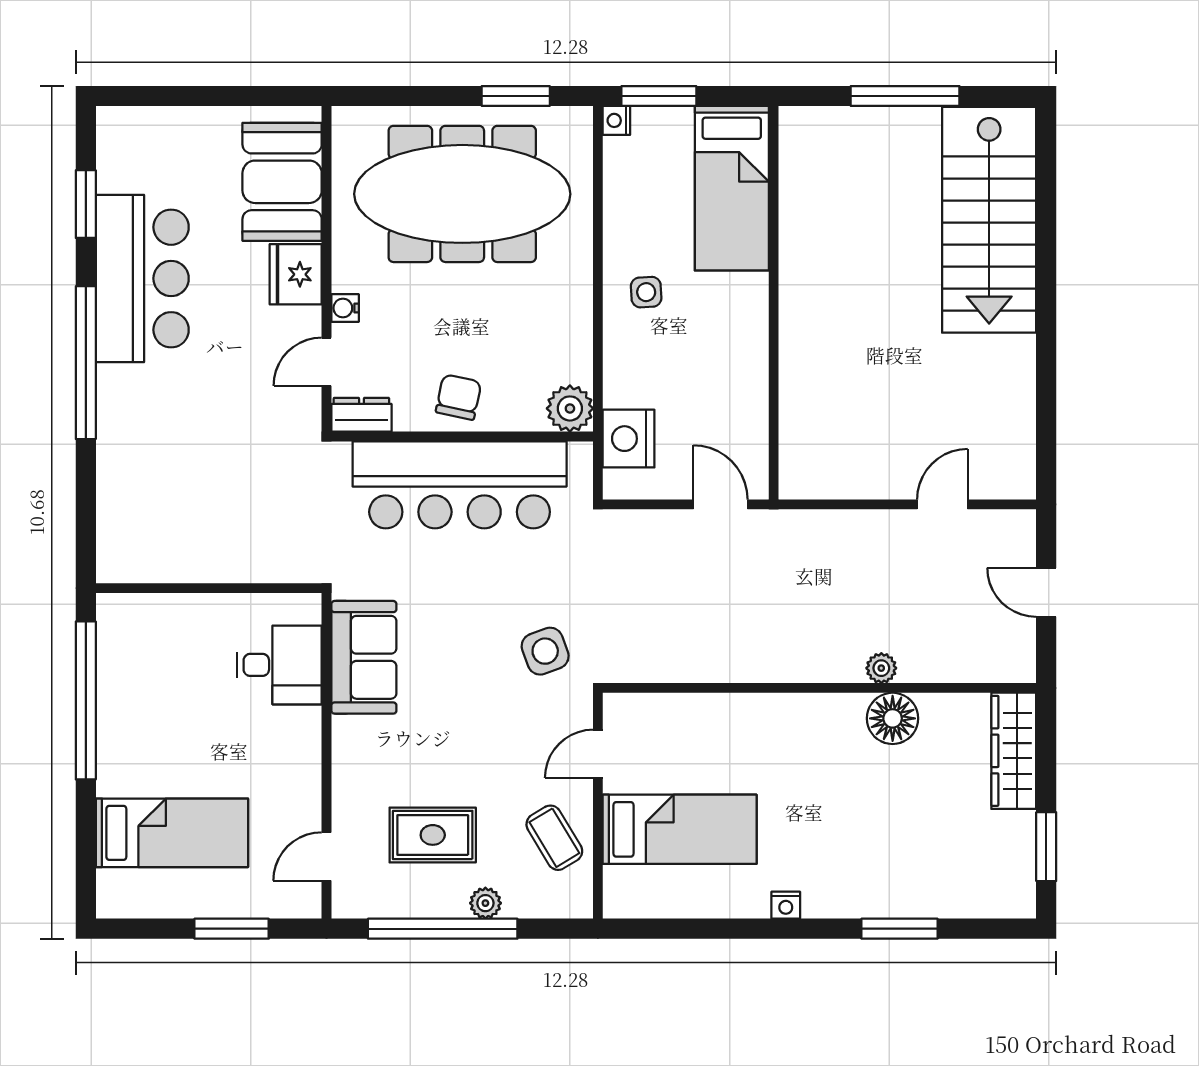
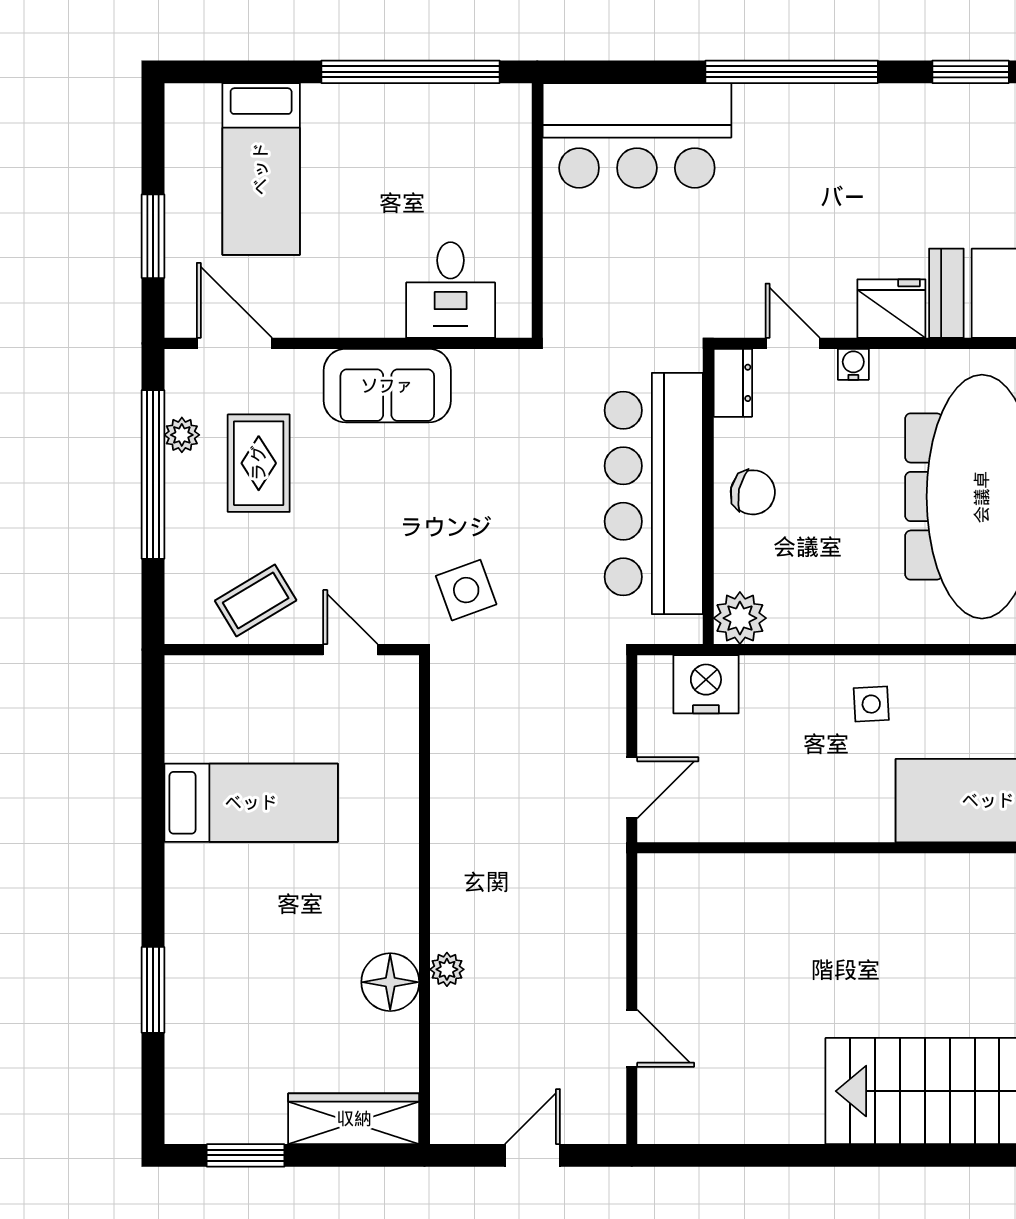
bar counter: (142, 278) -> (637, 135), moved
sofa: (364, 657) -> (387, 386), moved
bed: (680, 829) -> (251, 803), moved, turned -90
door: (327, 856) -> (234, 343), width x1.38
plant: (485, 903) -> (182, 435), moved
nightstand: (786, 905) -> (179, 862), removed

